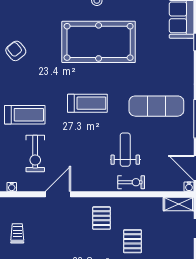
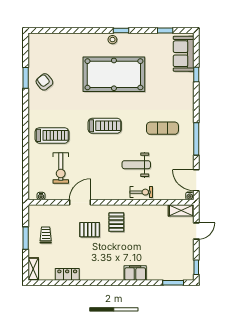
exercise mat: (156, 106) -> (162, 128), width x0.73, depth x0.69
weight bench: (125, 150) -> (136, 165), turned -90
pallet: (133, 241) -> (90, 230), moved, turned 90

